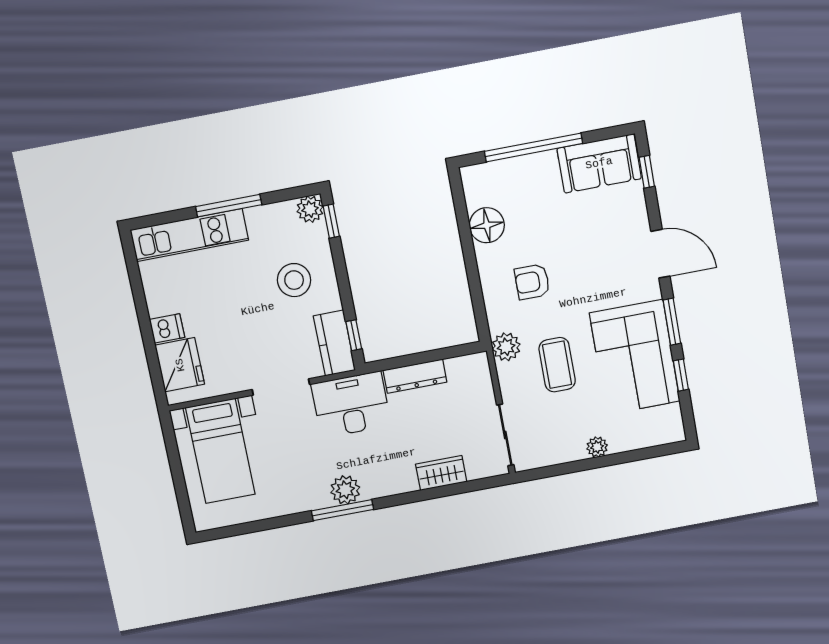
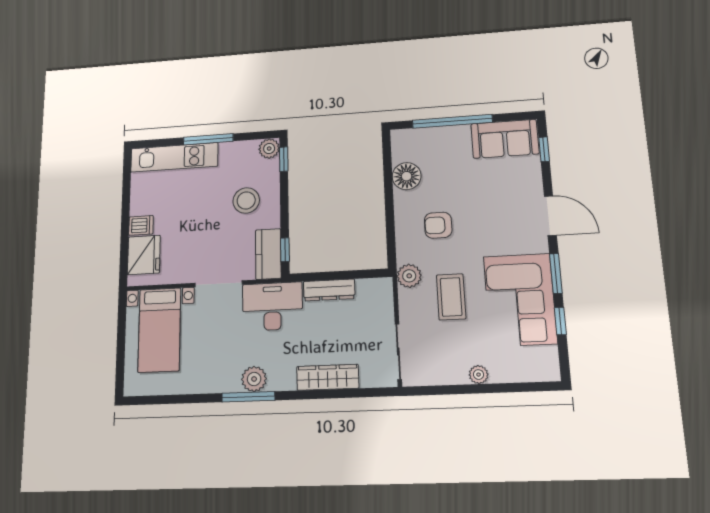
wardrobe: (441, 473) -> (328, 377), width x1.50

